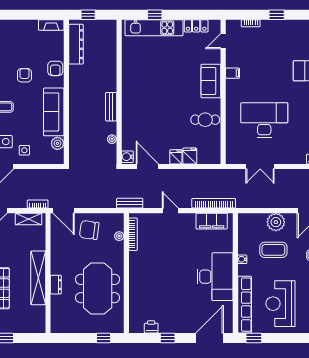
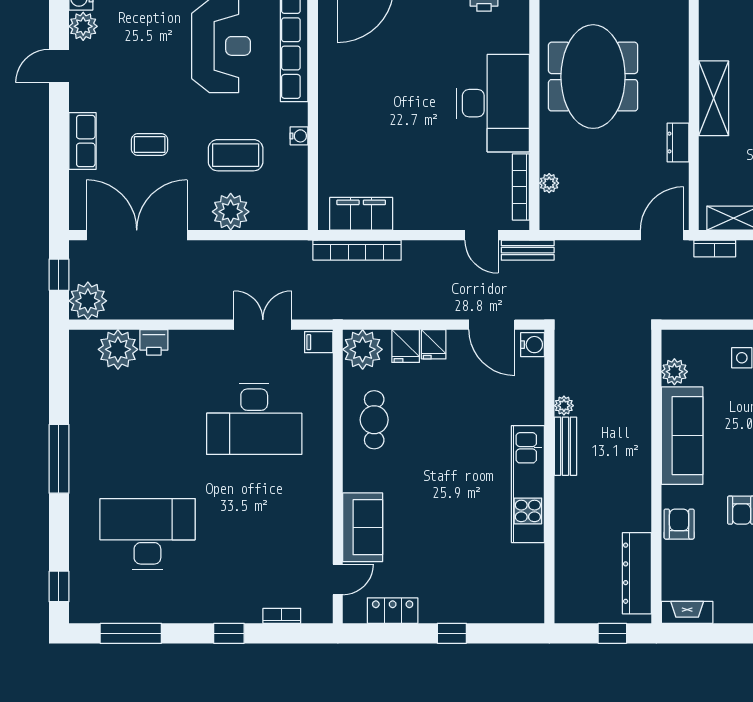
window: (155, 15) -> (452, 633), moved
kitchen unit: (154, 28) -> (528, 484), moved, turned -90
filing cabinet: (233, 73) -> (319, 342), moved
sofa: (211, 81) -> (363, 527), moved
cafe table: (205, 120) -> (374, 420), turned 90
plant: (112, 139) -> (564, 406), moved
plant: (211, 154) -> (363, 349), added
door: (64, 211) -> (662, 235), hinge flipped
door: (170, 211) -> (481, 235), moved
chair: (89, 230) -> (610, 196), removed
desk: (215, 277) -> (493, 103), moved, turned 180
shelving: (38, 278) -> (714, 98), width x0.68
dresser: (56, 285) -> (678, 143), moved

